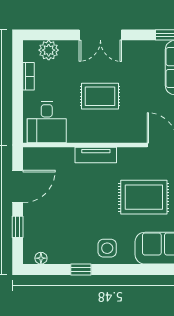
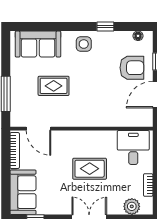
tv unit: (96, 155) -> (93, 120), removed
rug: (144, 197) -> (54, 86), width x0.73, depth x0.70
armchair: (48, 219) -> (132, 68), added

